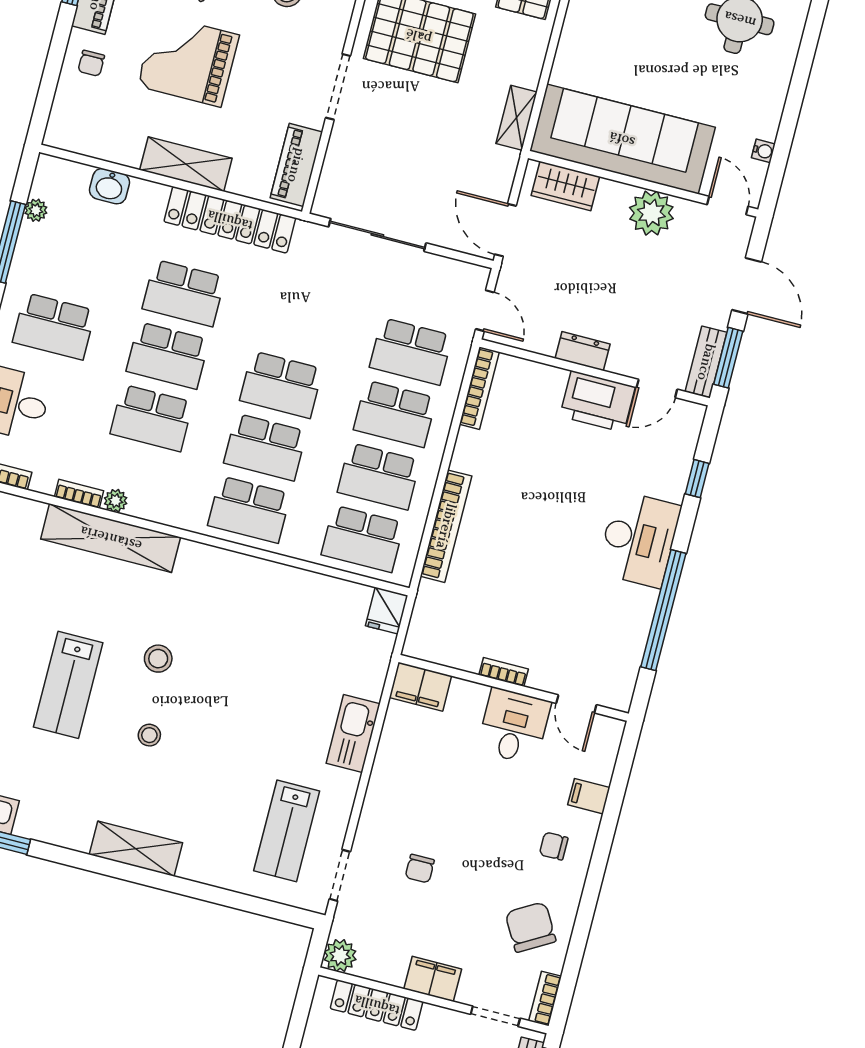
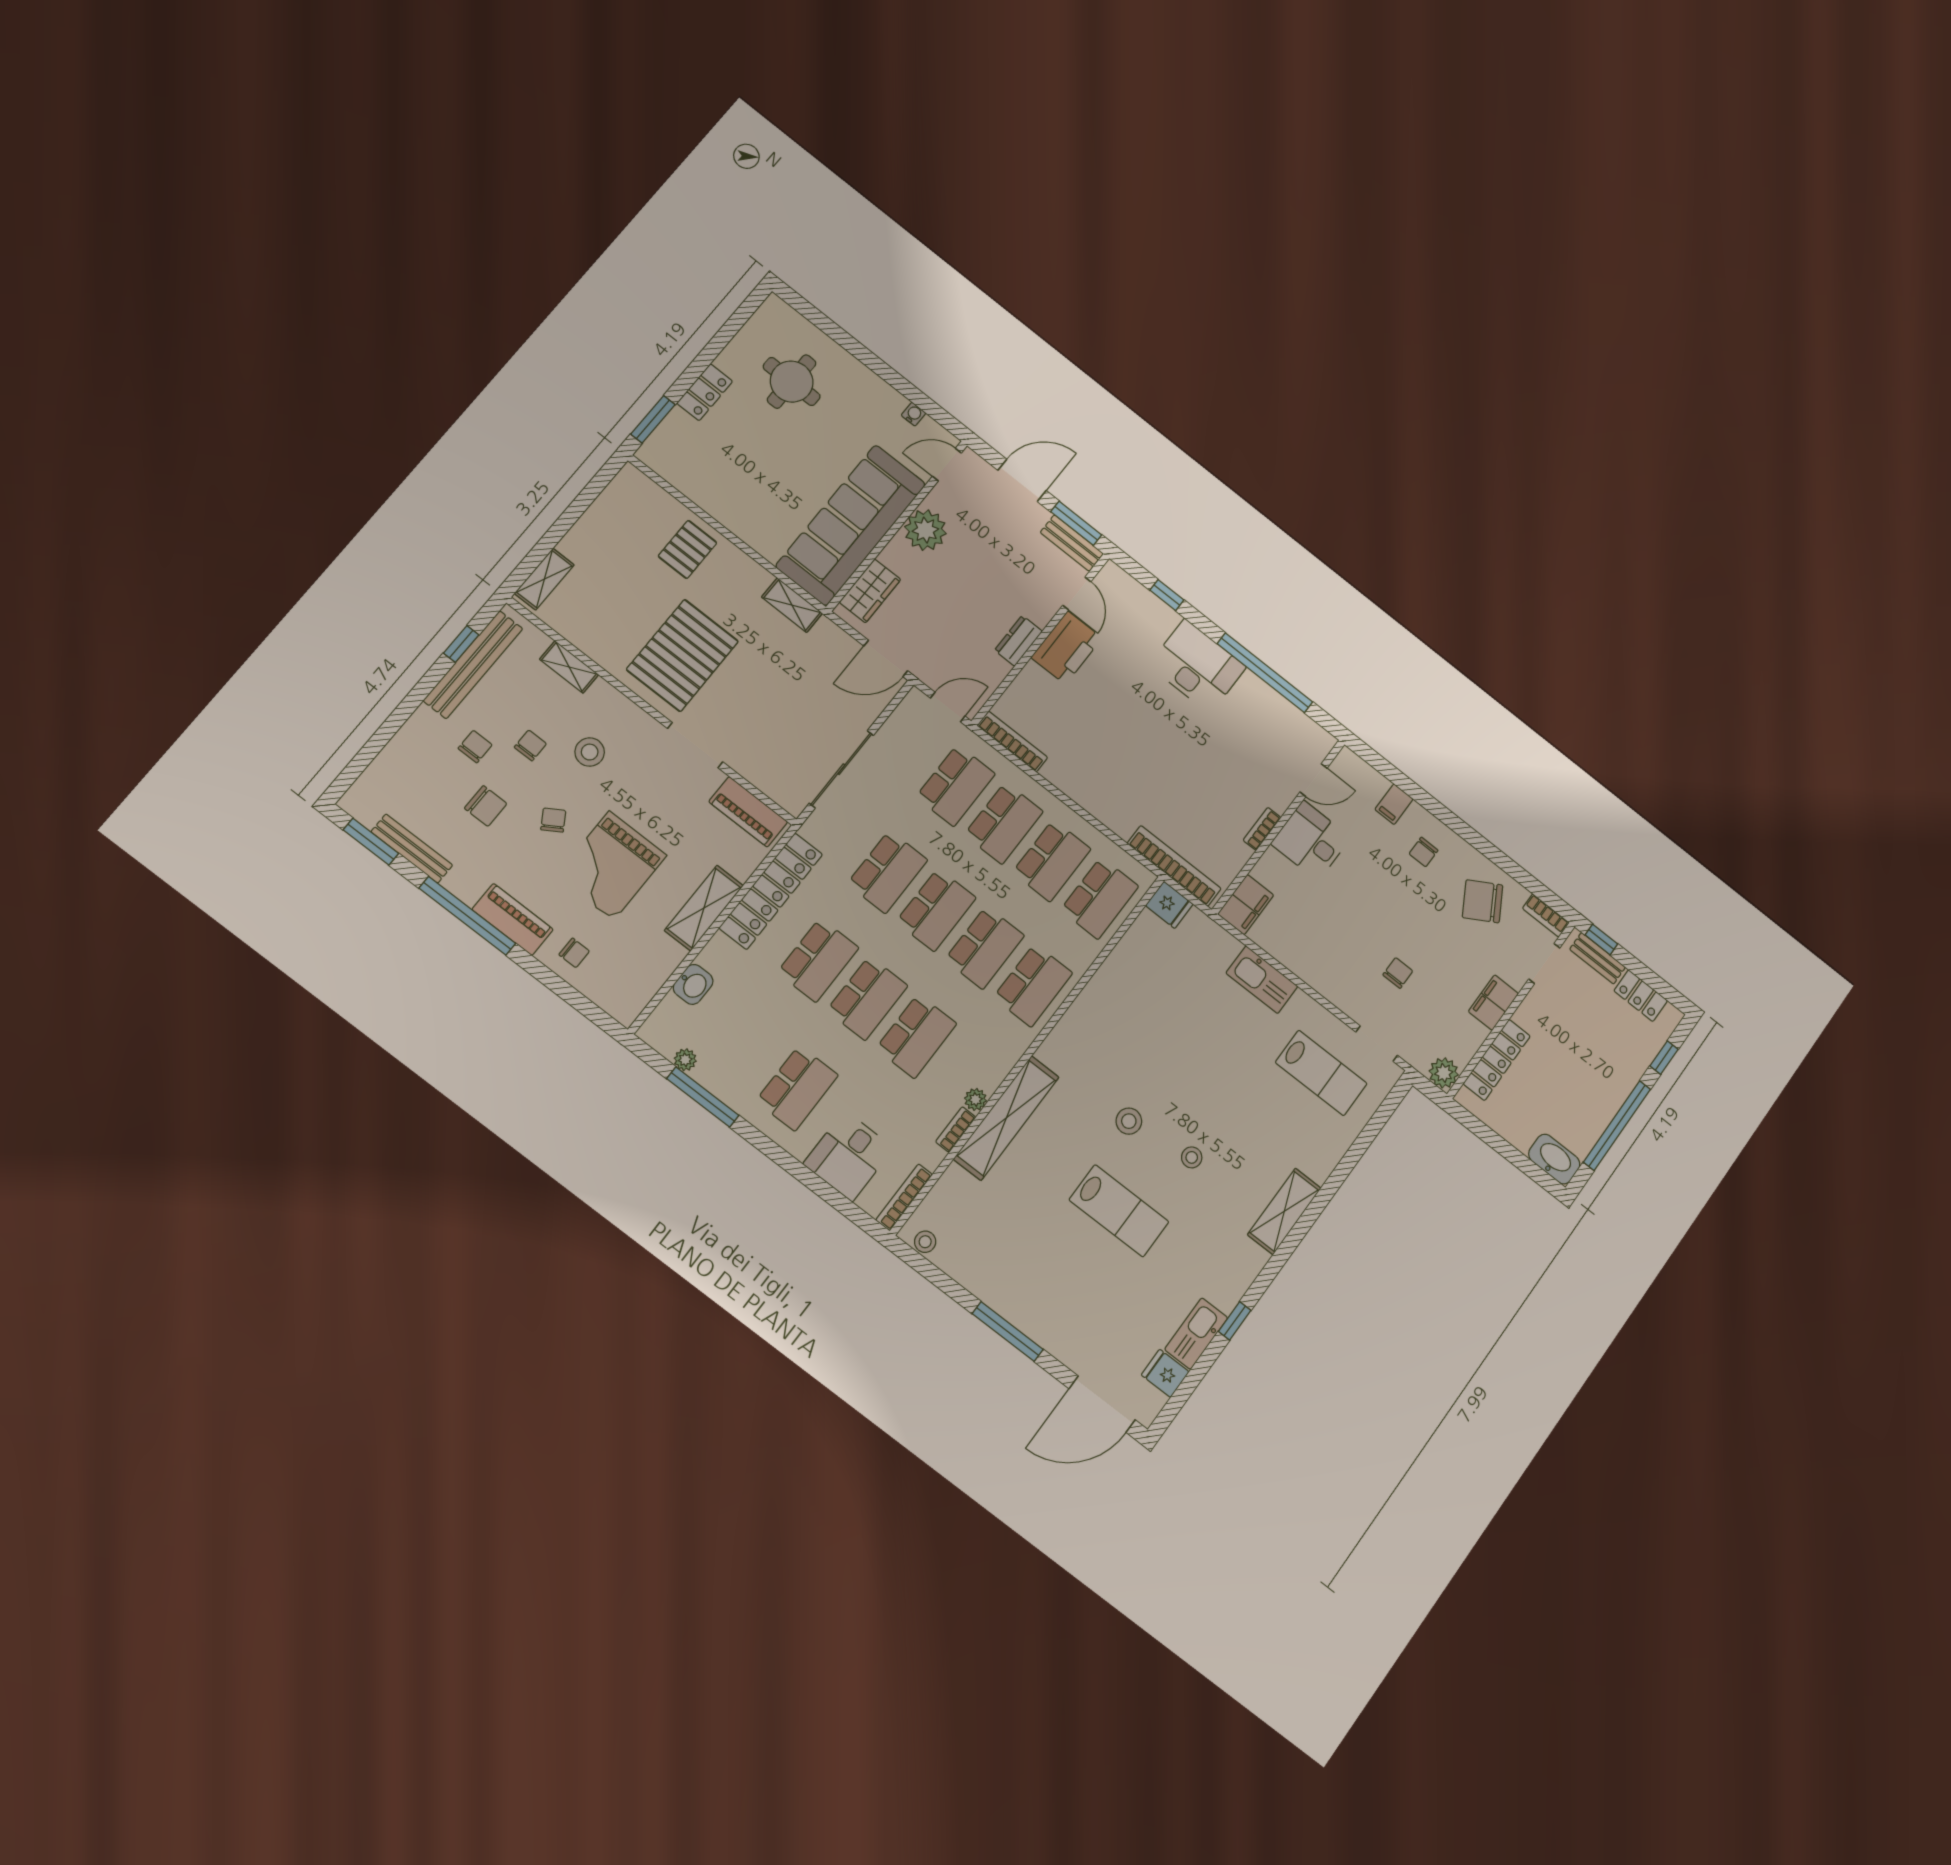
school desk: (297, 322) -> (887, 872), added
bookcase: (446, 526) -> (1174, 866), moved
chair: (420, 869) -> (1398, 973), turned -90

